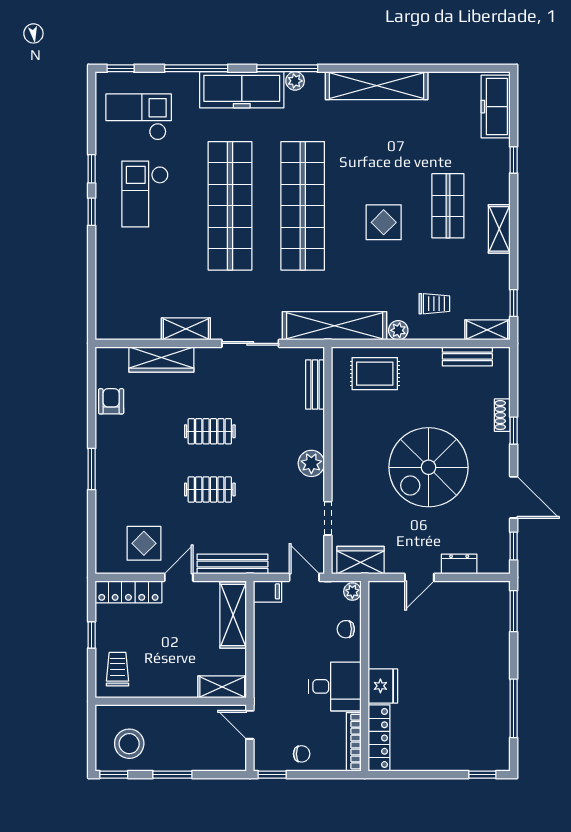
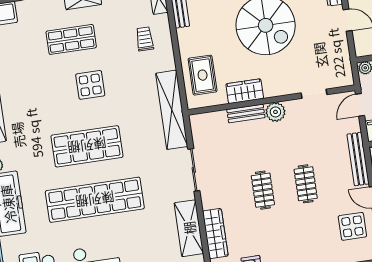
shop shelf: (303, 206) -> (87, 146), width x0.71
shelving: (186, 329) -> (189, 228), width x1.50, depth x1.33
plant: (398, 330) -> (168, 63), removed
bench: (315, 385) -> (246, 114), moved
wardrobe: (360, 560) -> (245, 91), moved, turned 90

